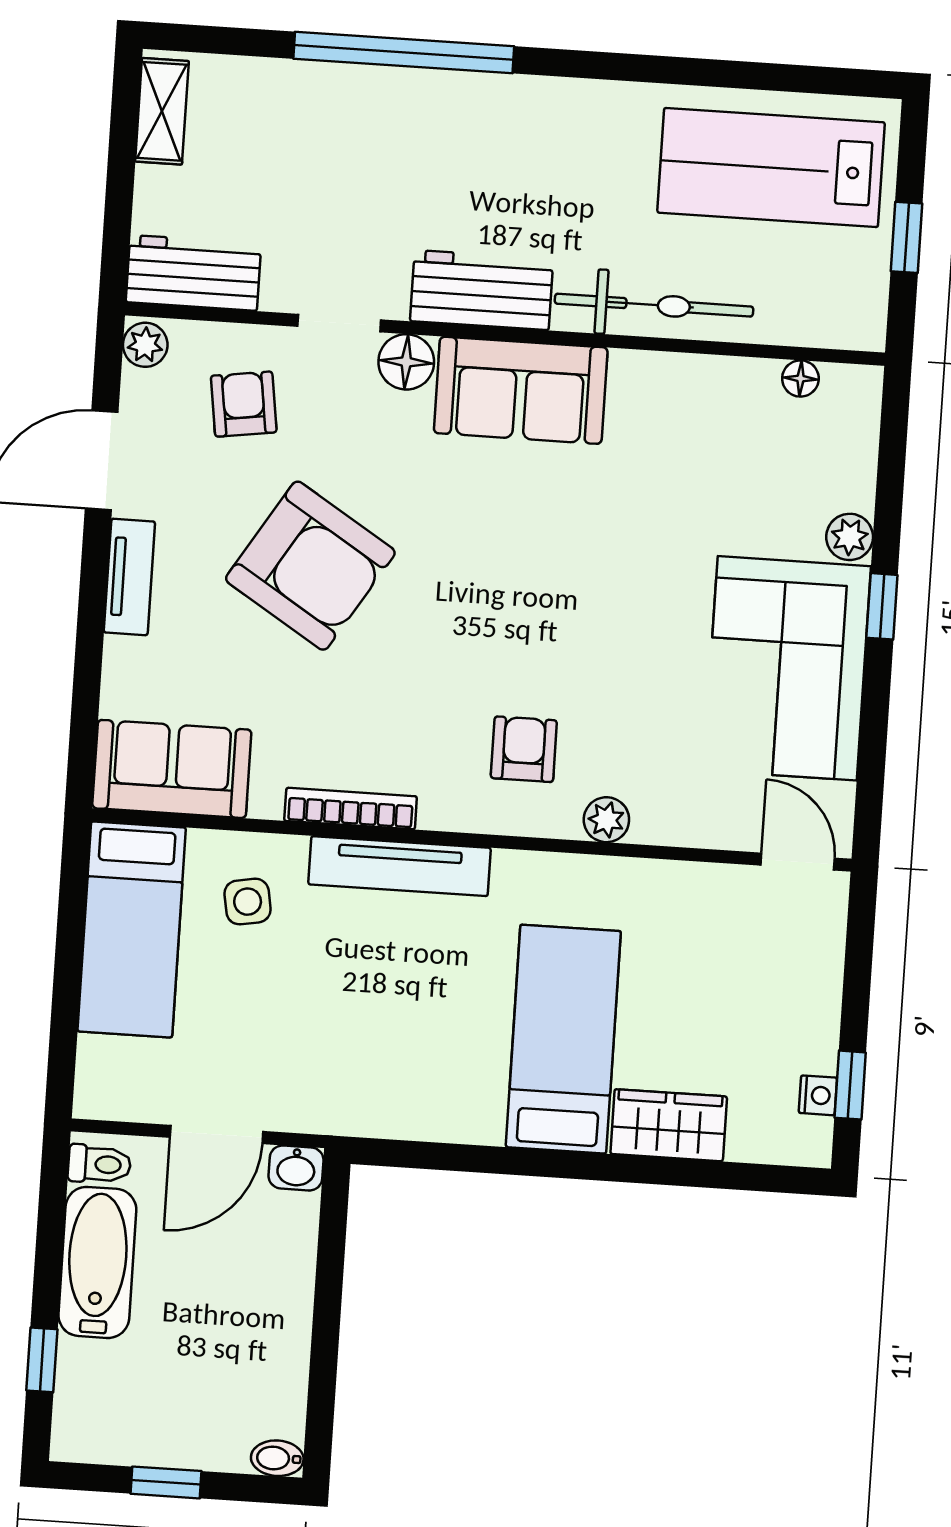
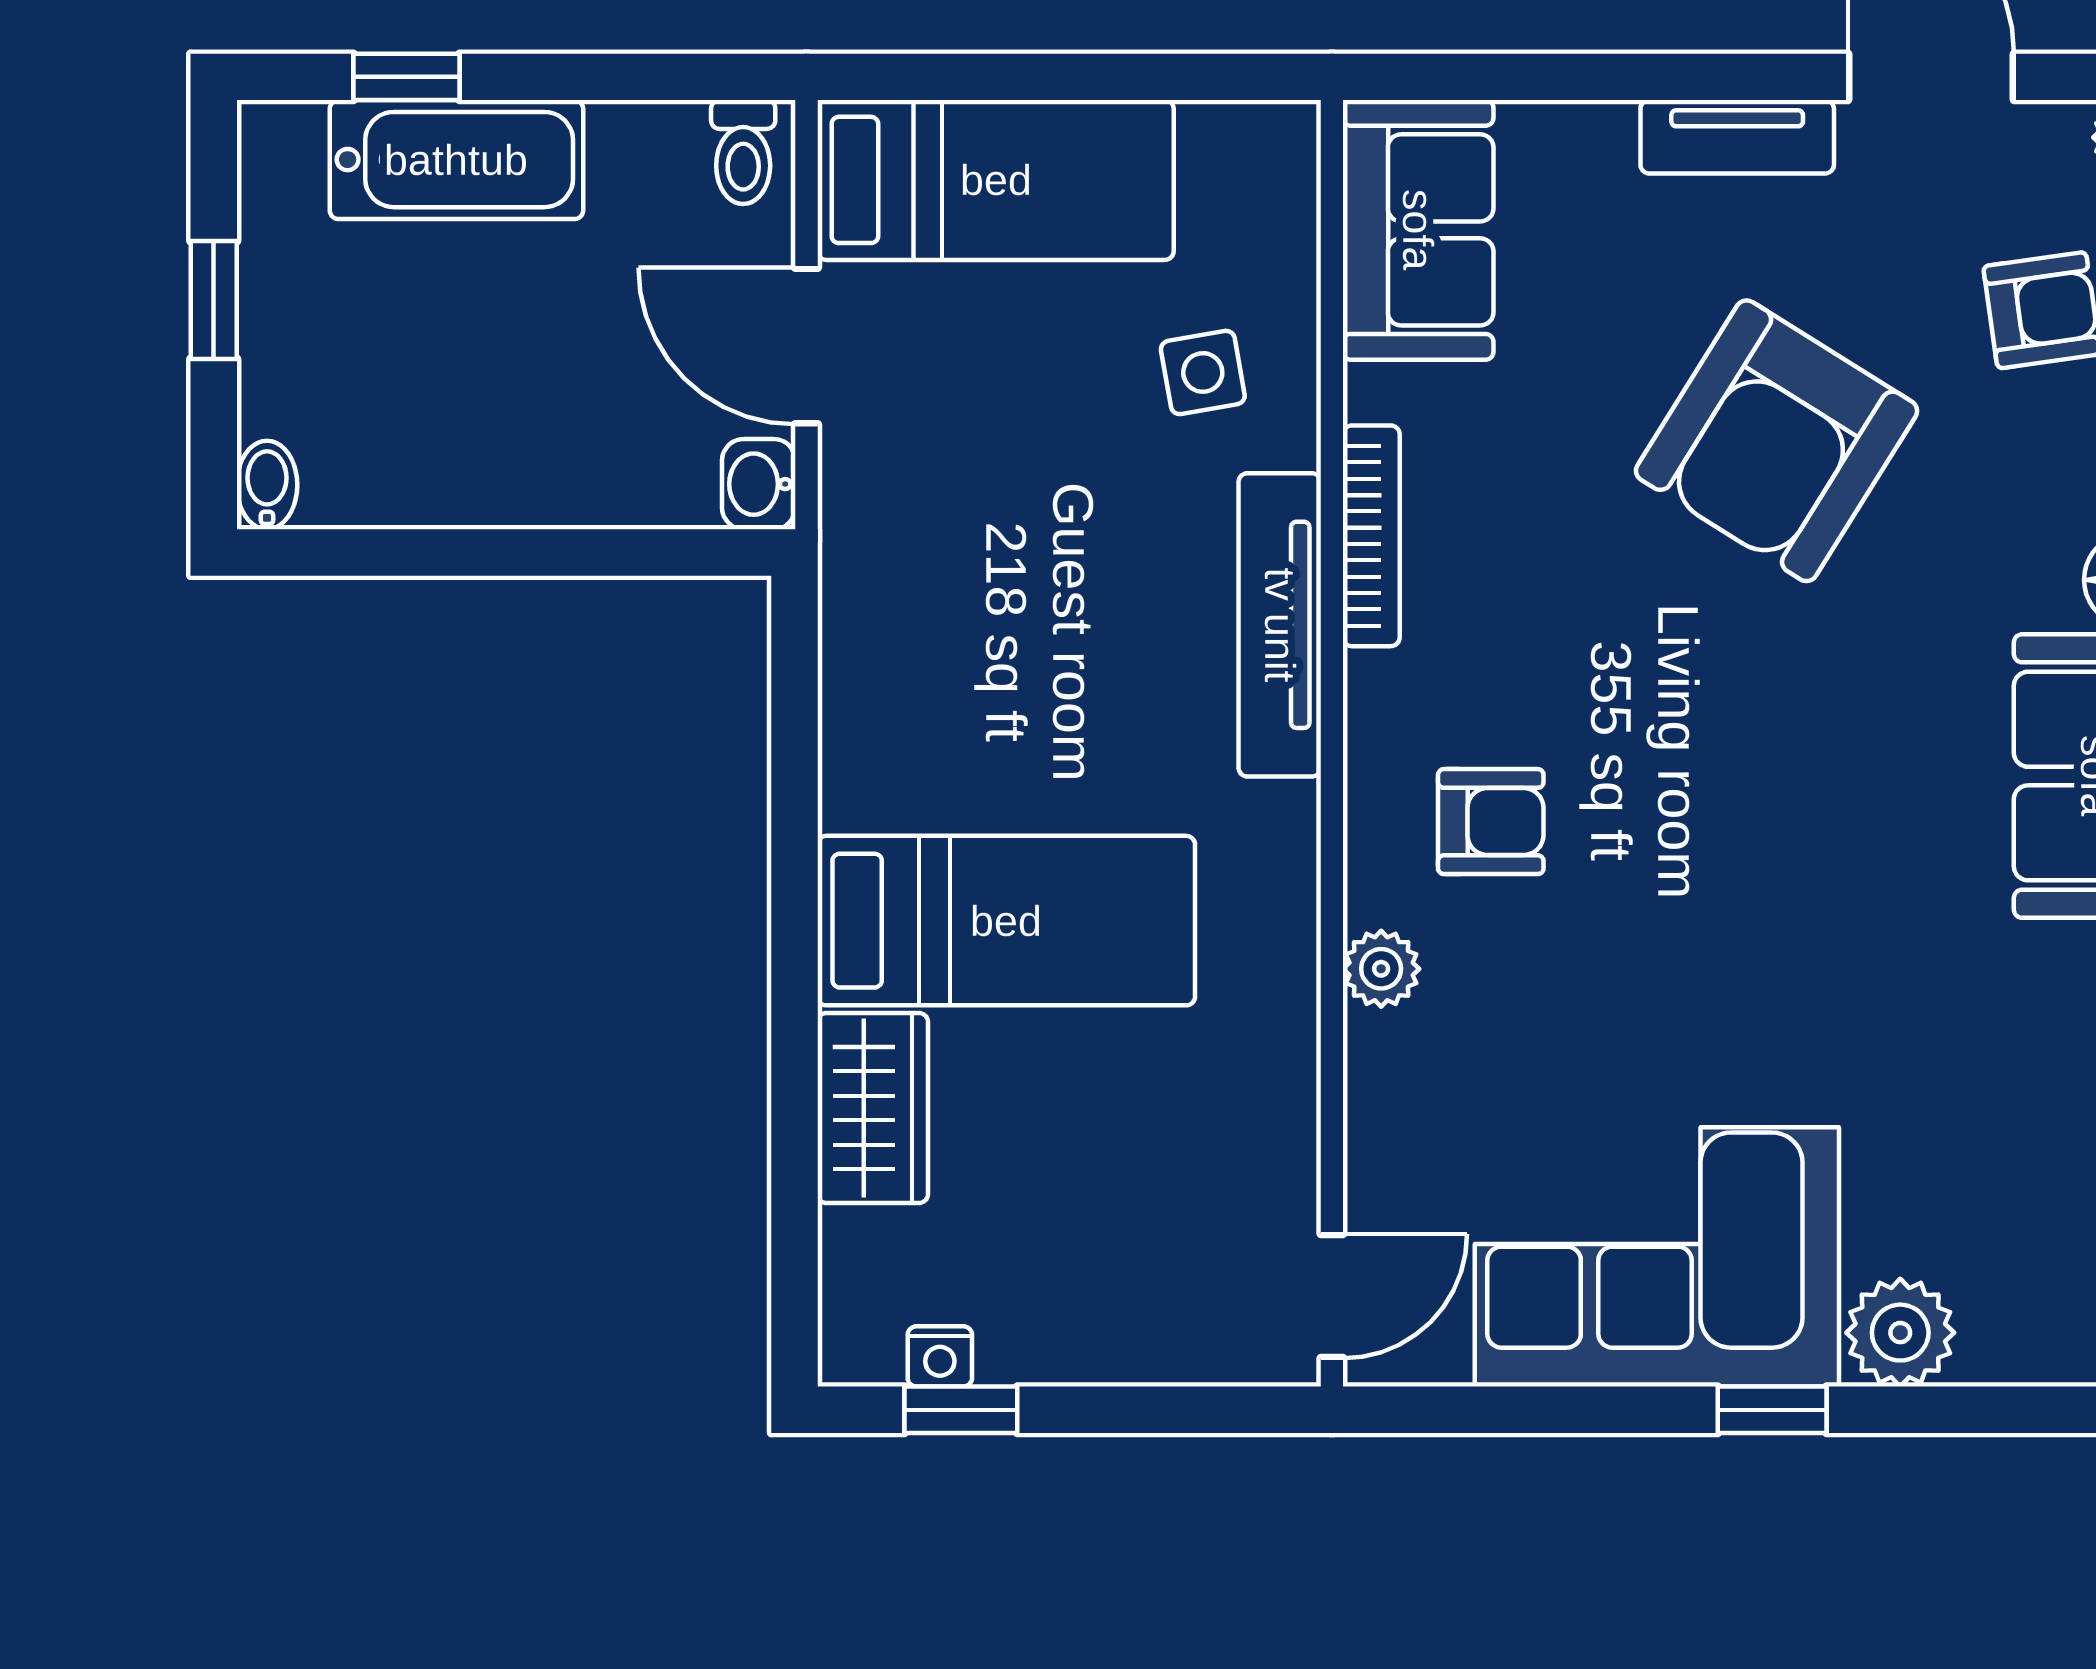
plant: (850, 537) -> (1900, 1333), width x1.38, depth x1.38
bed: (132, 929) -> (996, 180), moved, turned 180
bathtub: (97, 1262) -> (456, 160), moved

